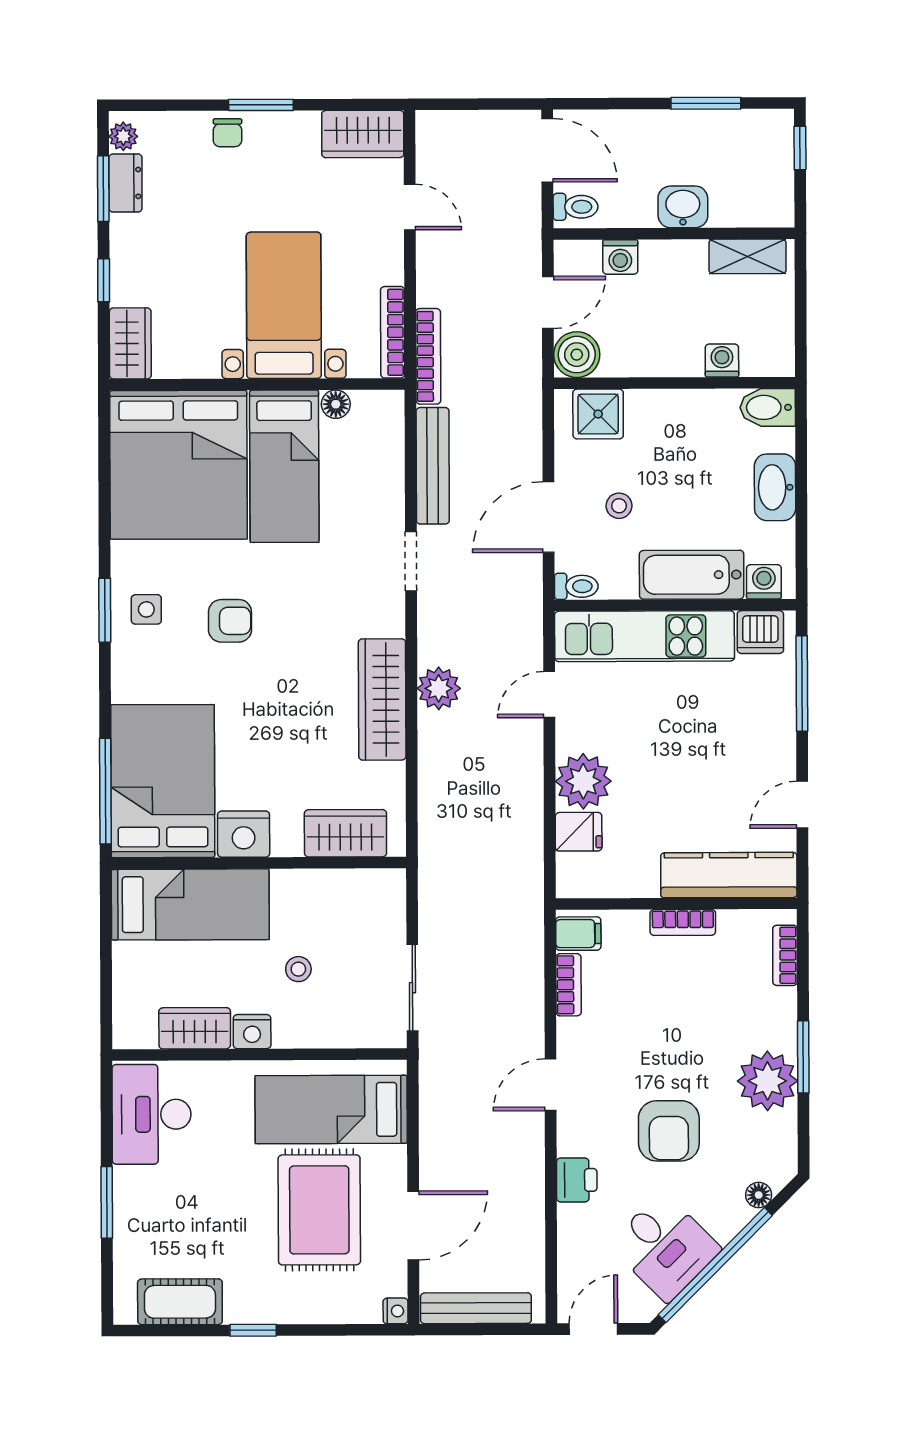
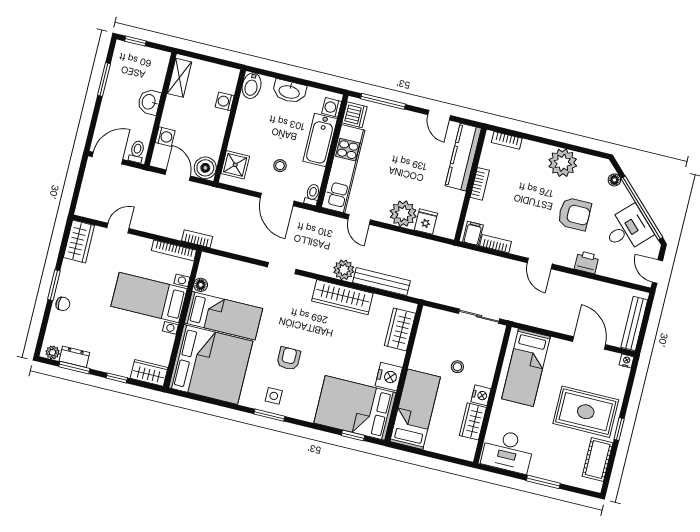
bookcase: (428, 356) -> (197, 239), width x0.64
bench: (433, 466) -> (382, 282), moved
window: (105, 791) -> (353, 436), width x0.46
window: (803, 1057) -> (556, 144), removed
rug: (319, 1210) -> (586, 412), moved

